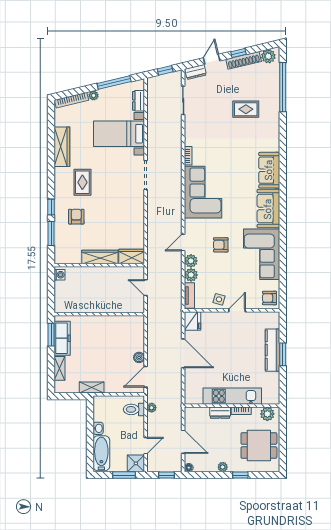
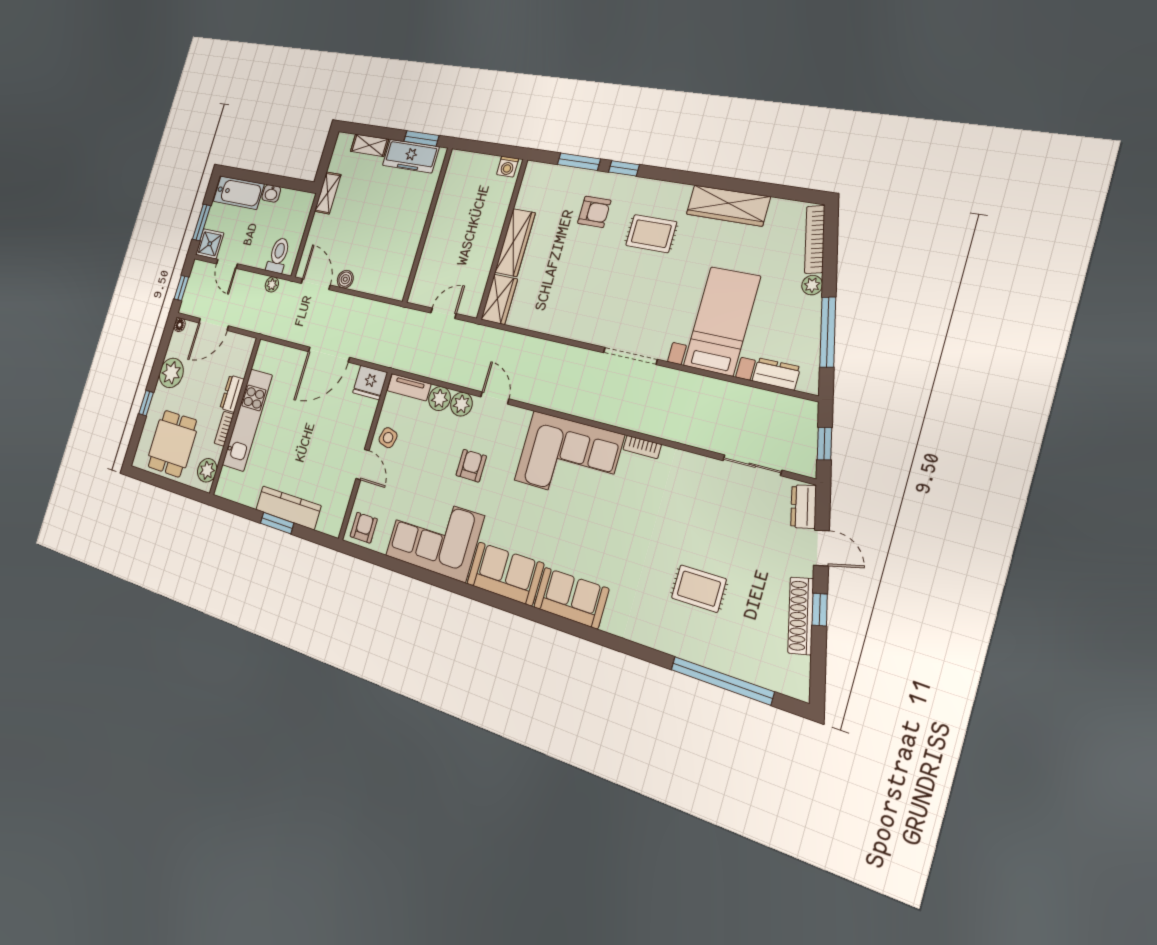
plant: (268, 56) -> (795, 672), removed
rug: (246, 109) -> (699, 589), turned 90
plant: (223, 467) -> (171, 373), width x1.87, depth x1.87

